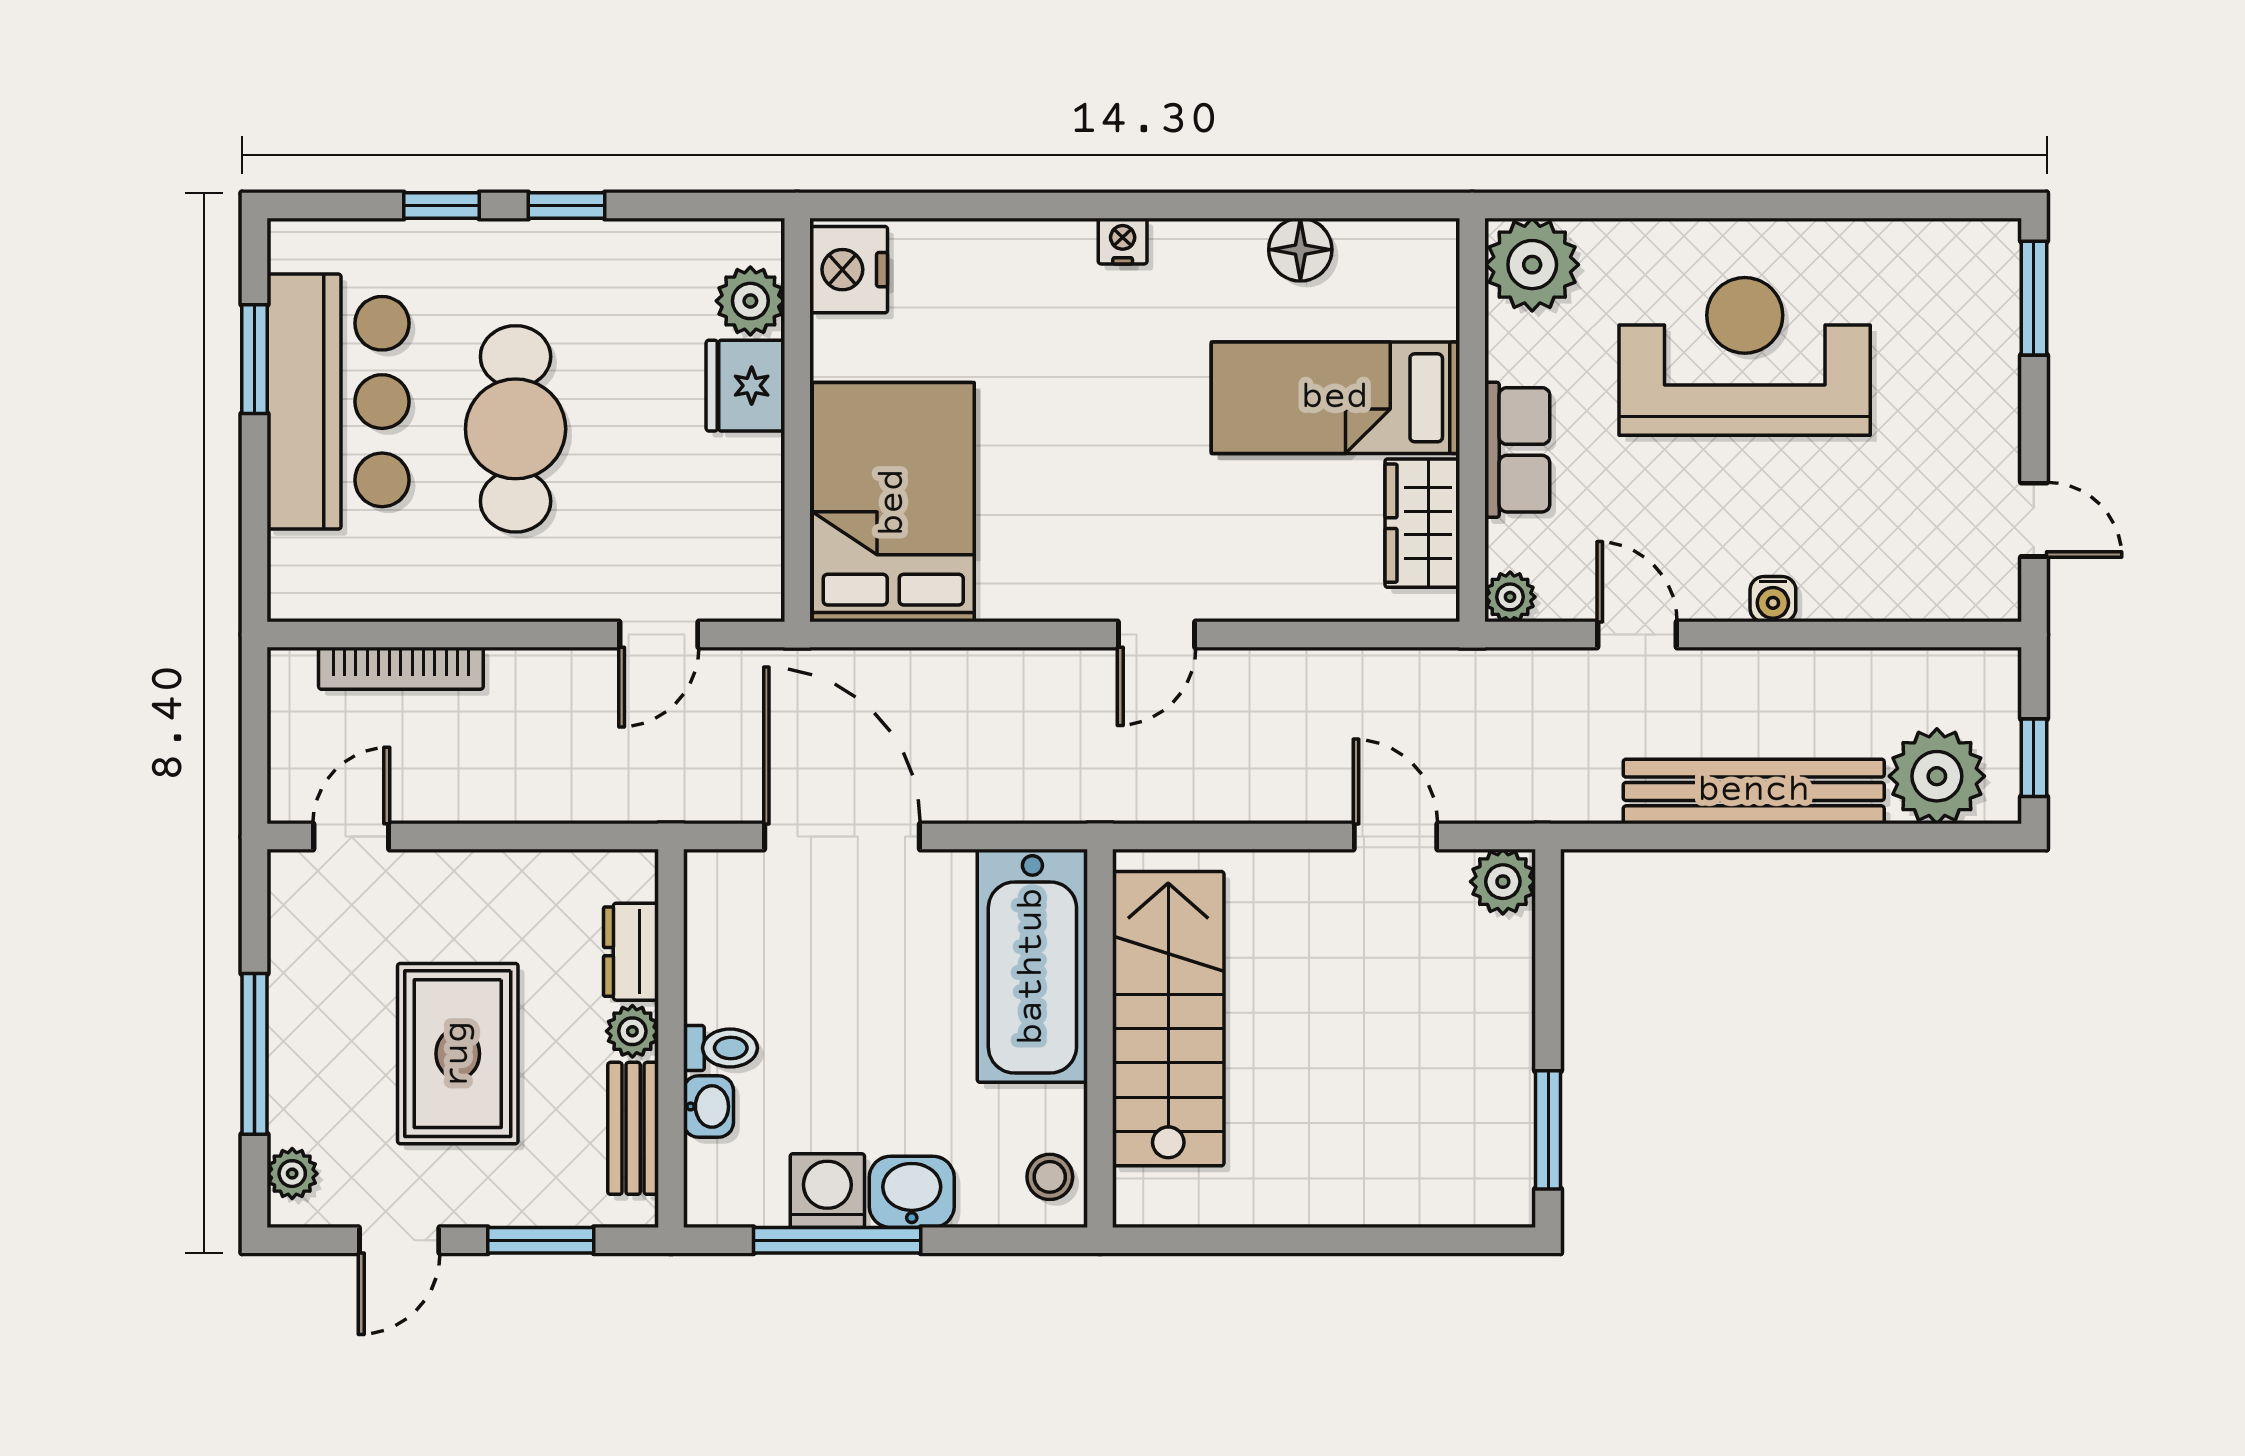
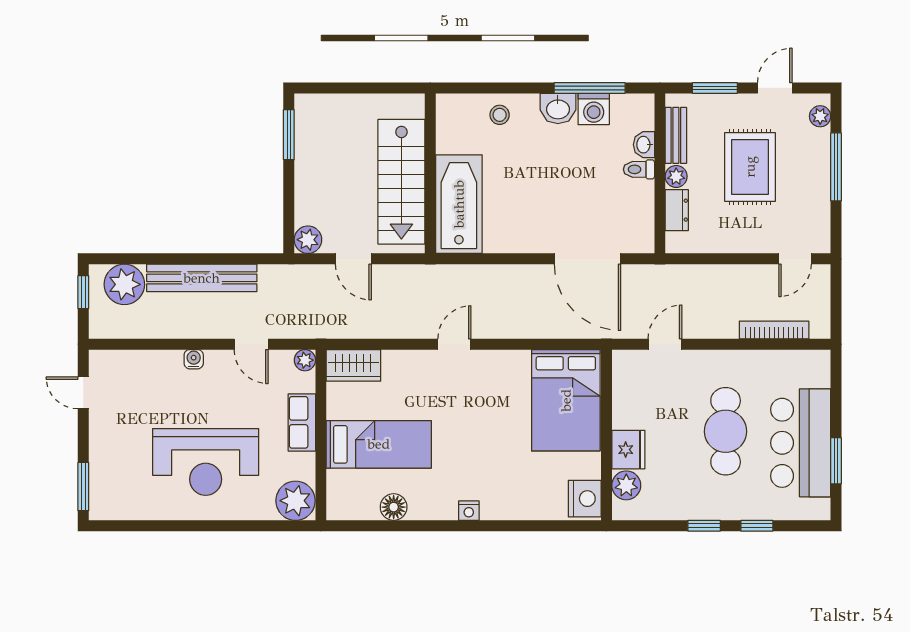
wardrobe: (1422, 523) -> (353, 365), moved, turned 90
bathtub: (1032, 966) -> (459, 204), moved
stairs: (1168, 1019) -> (401, 182), moved
wall: (1100, 1038) -> (430, 173), moved

